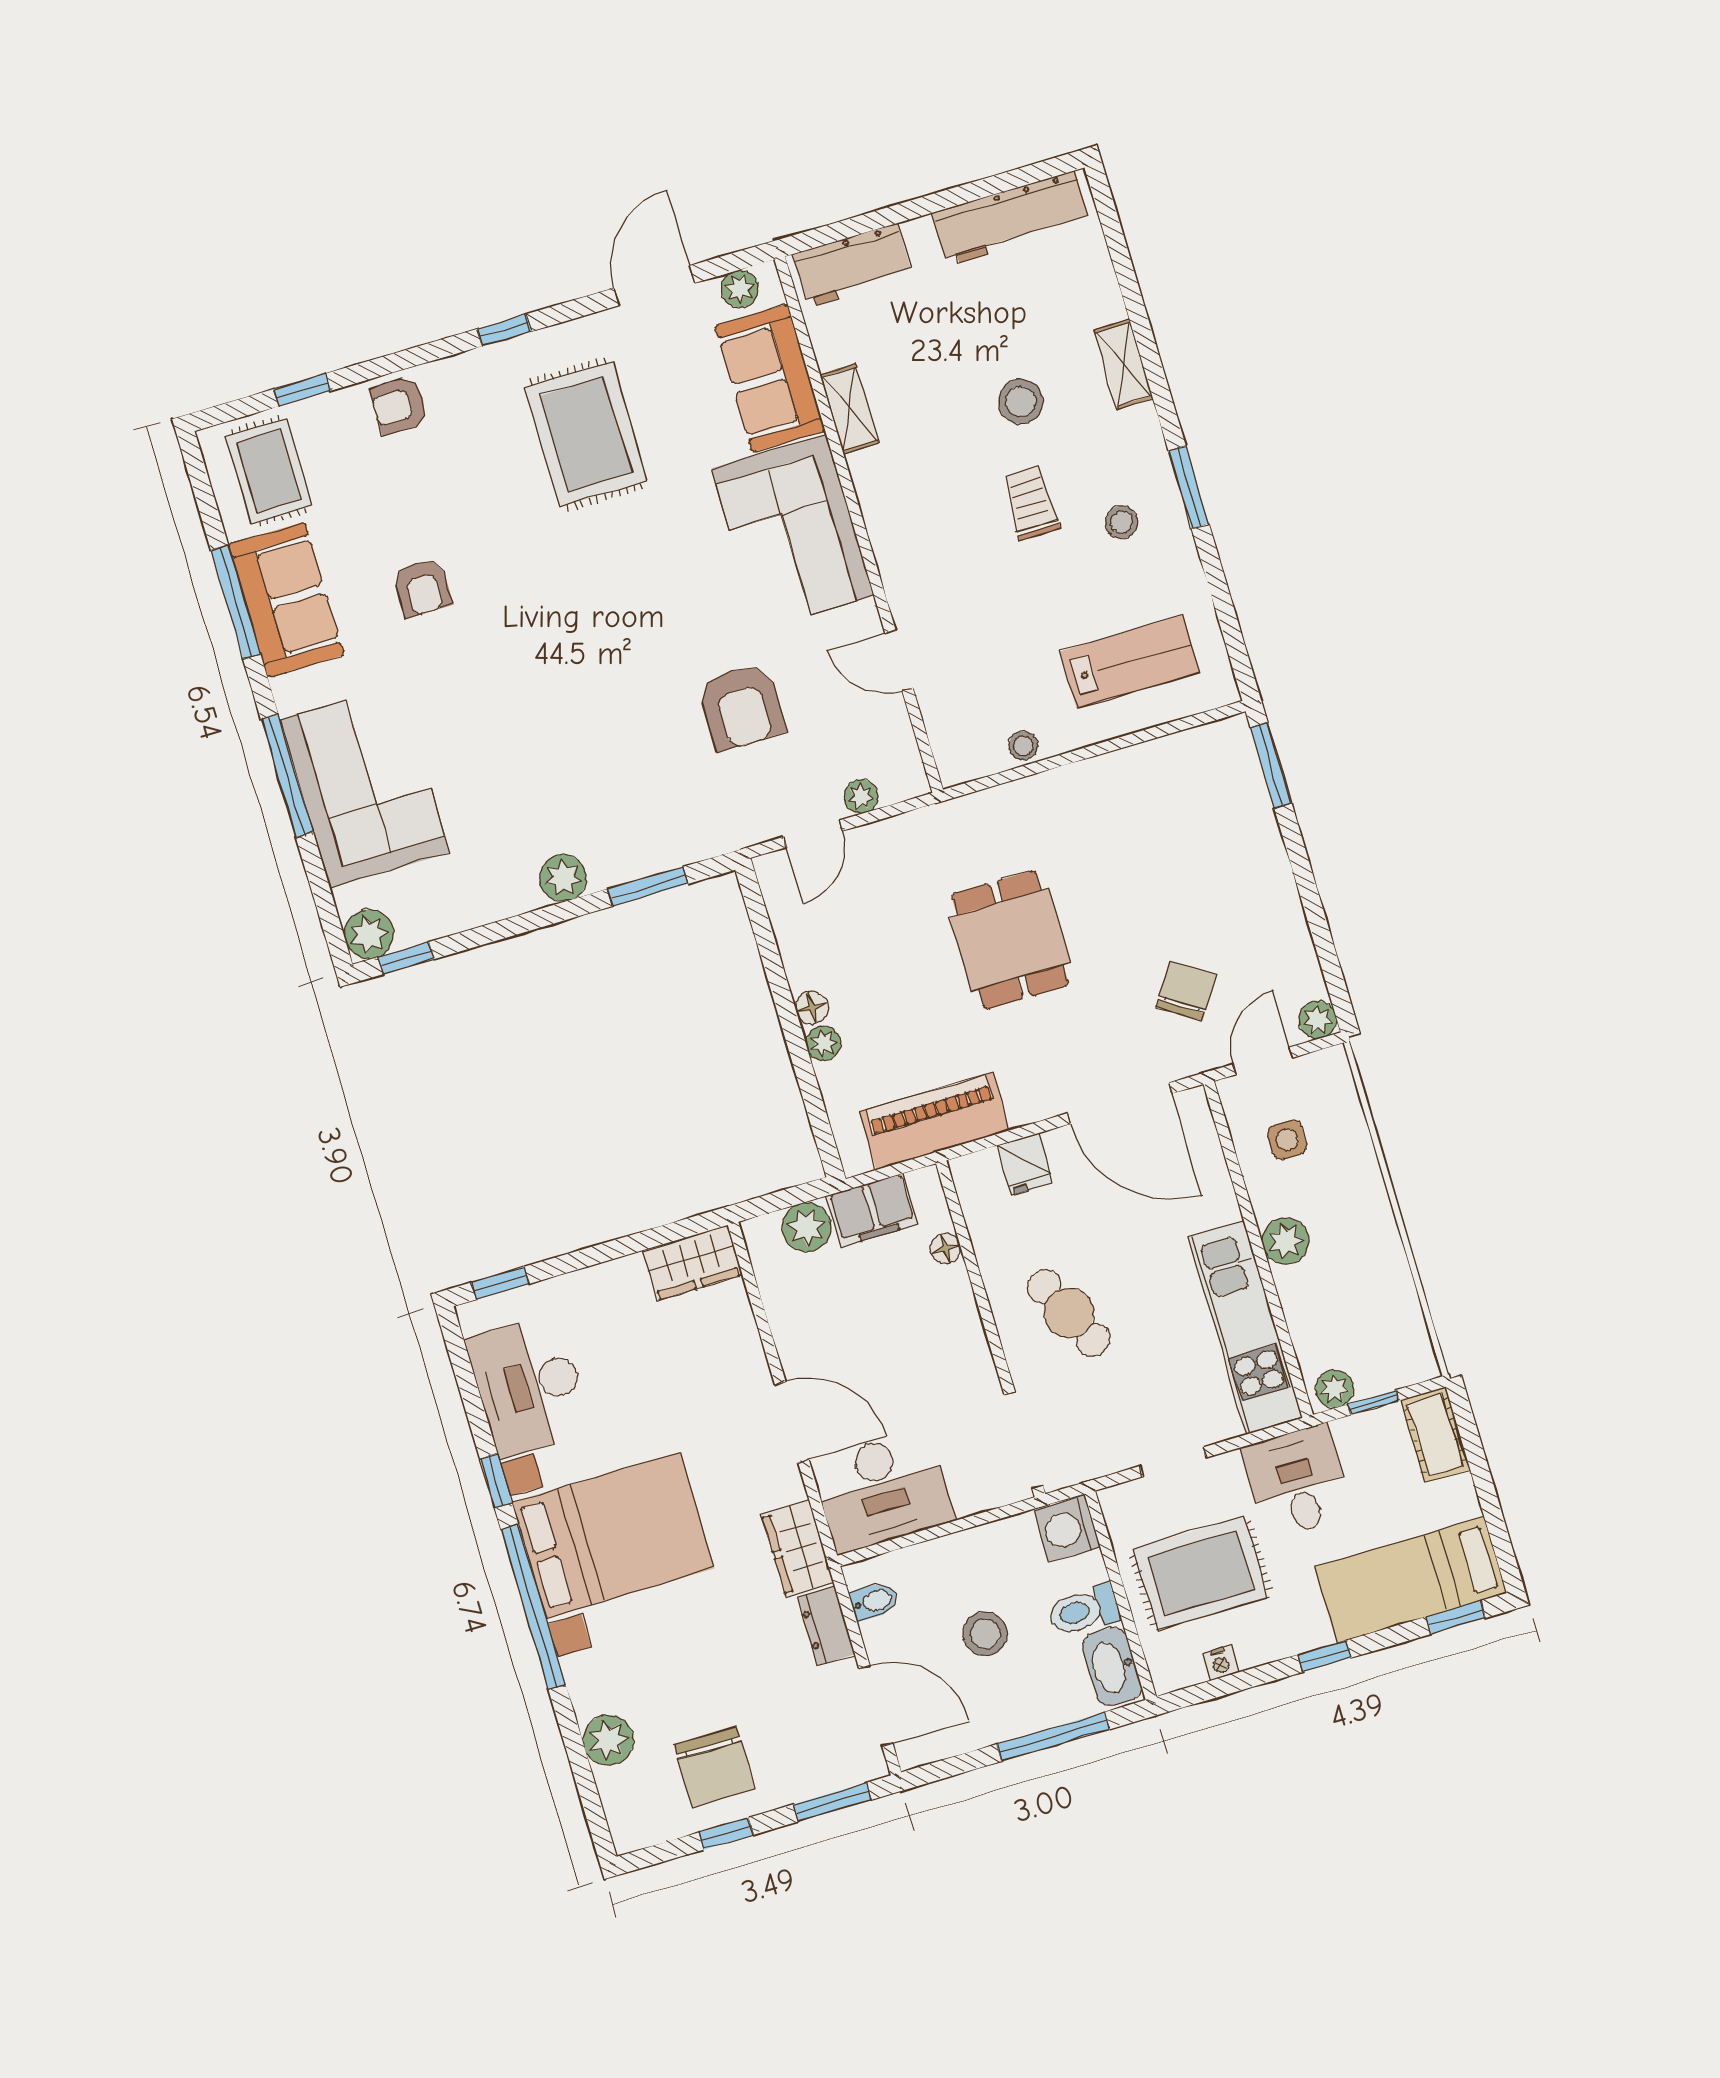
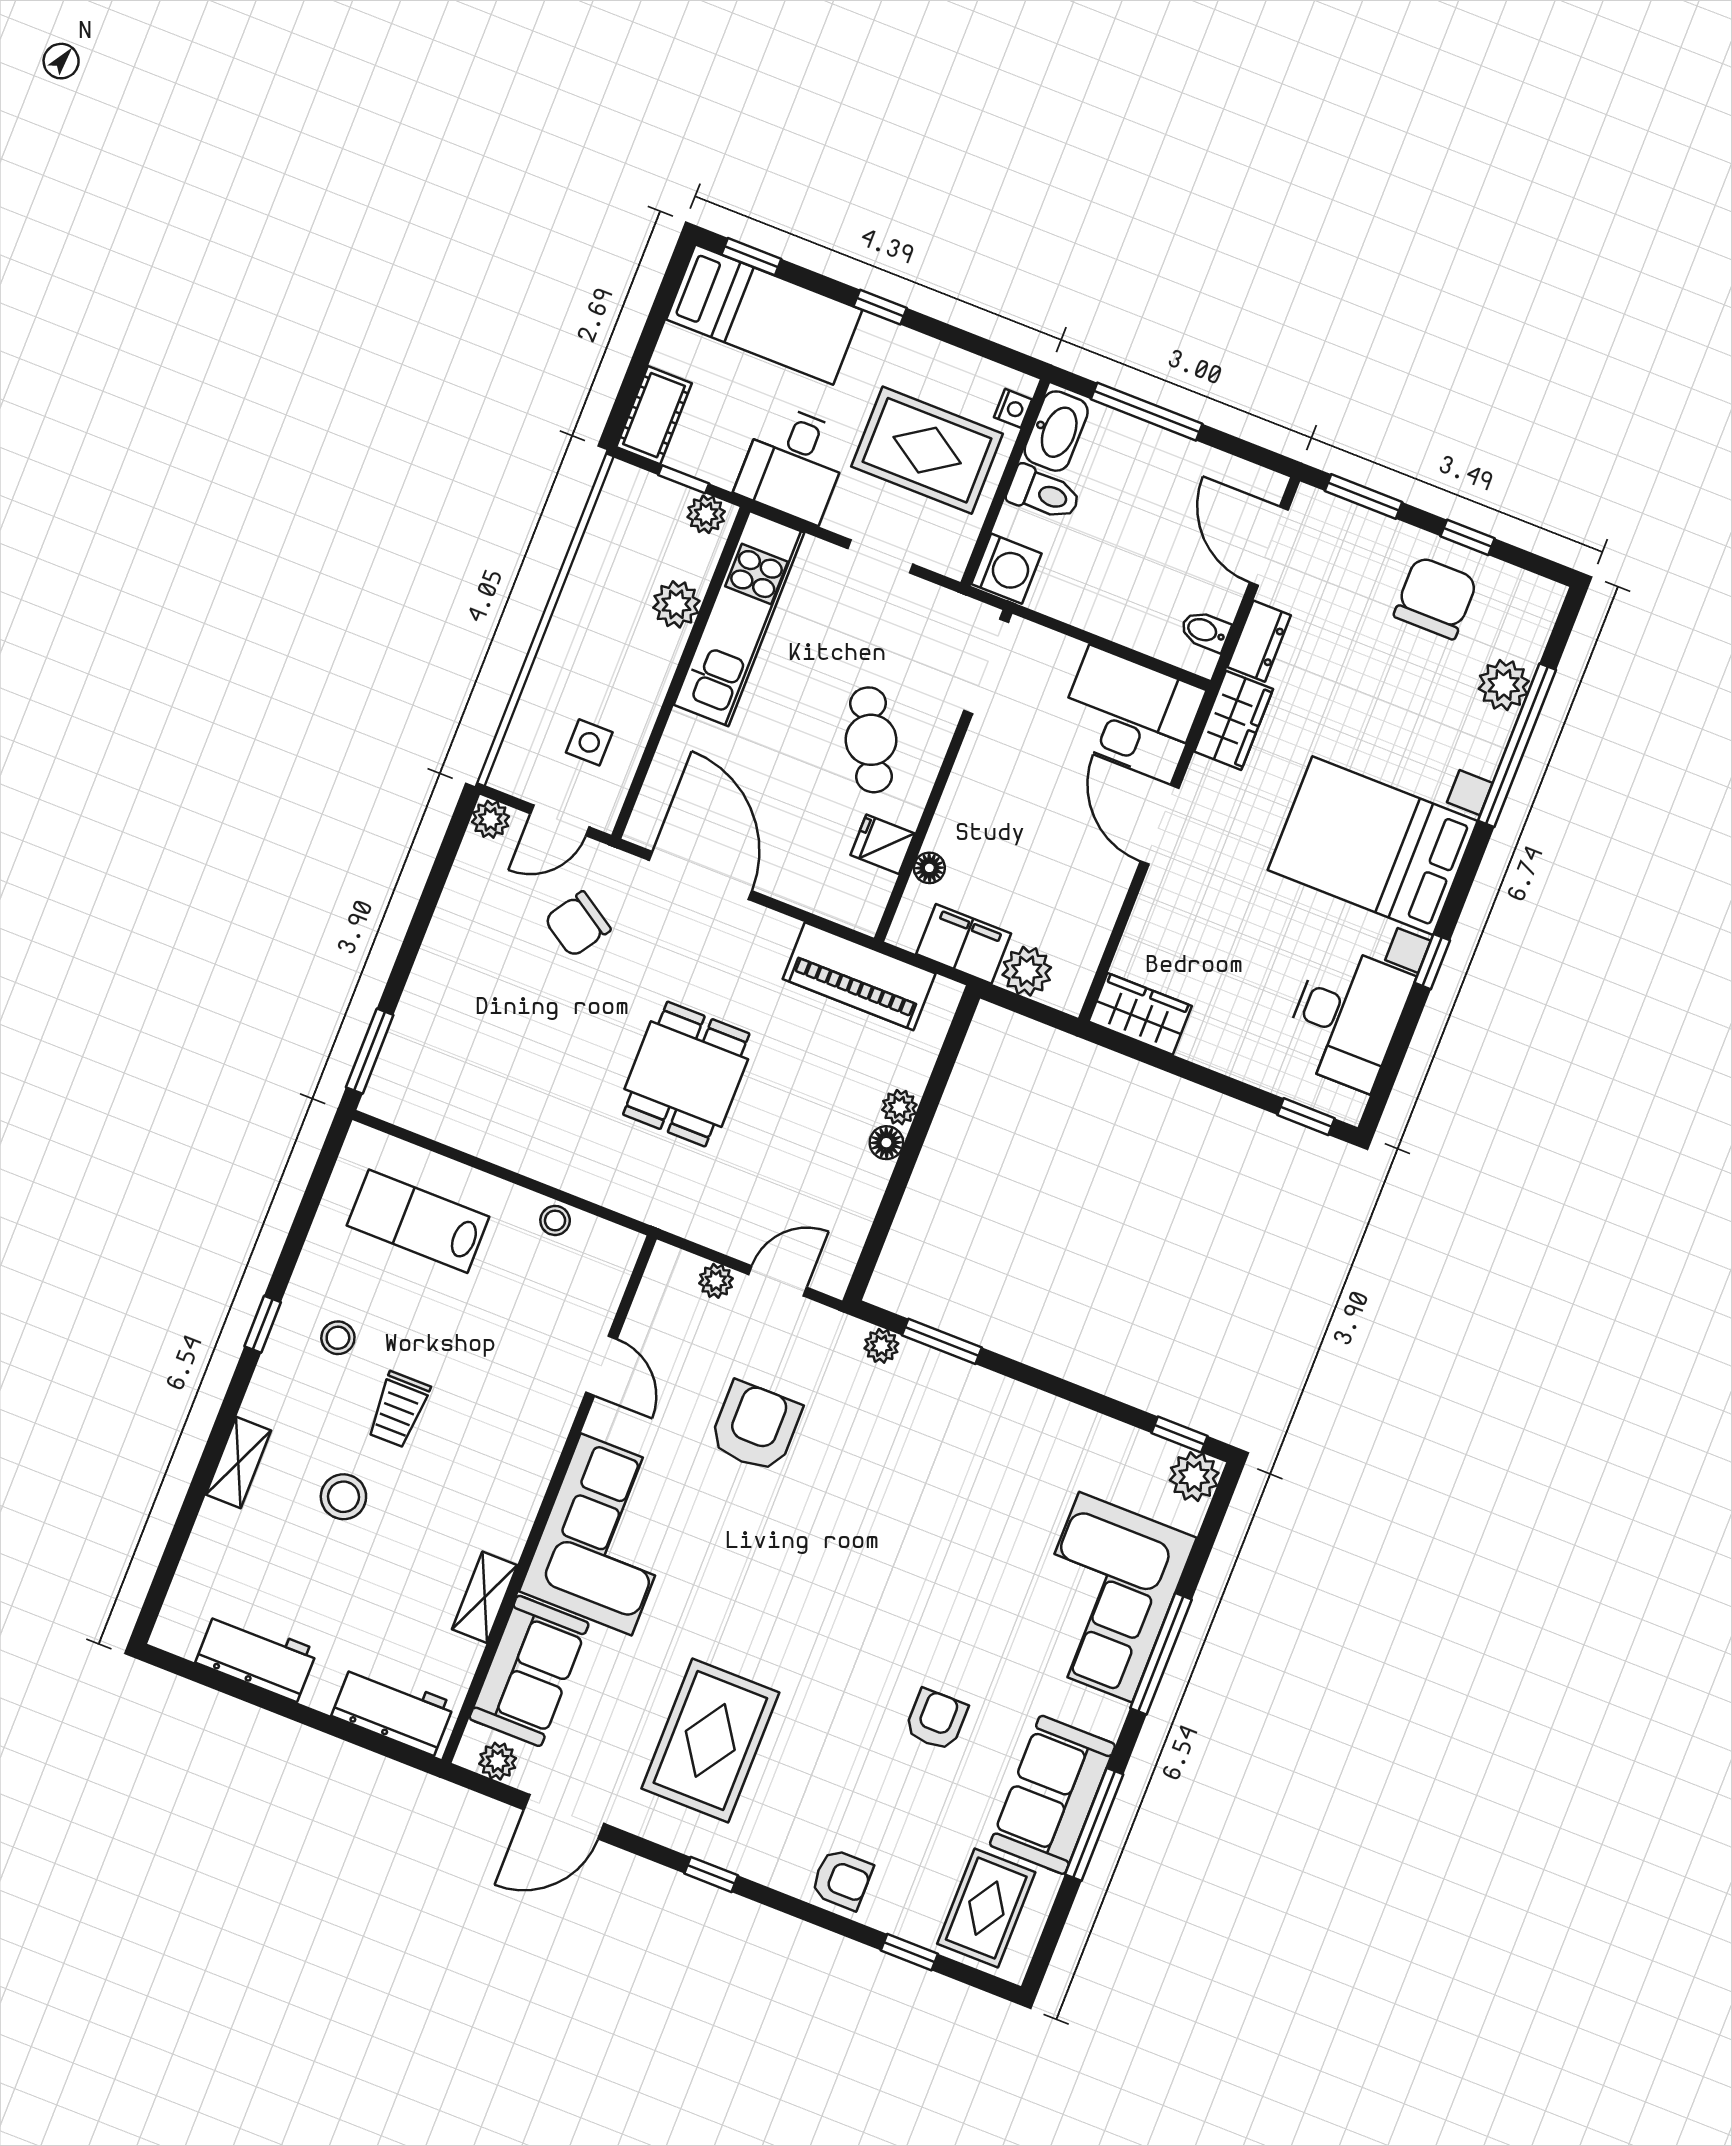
workbench: (1011, 218) -> (256, 1656), width x0.73
window: (1189, 487) -> (263, 1324), width x0.67
plant: (563, 878) -> (881, 1346), moved, width x0.73, depth x0.73
fridge: (1025, 1164) -> (883, 844), moved, turned -90
plant: (1286, 1241) -> (676, 604), moved
window: (533, 1607) -> (1517, 745), moved
stool: (985, 1634) -> (1137, 536), removed
nightstand: (1220, 1663) -> (1013, 408), moved, turned 90

